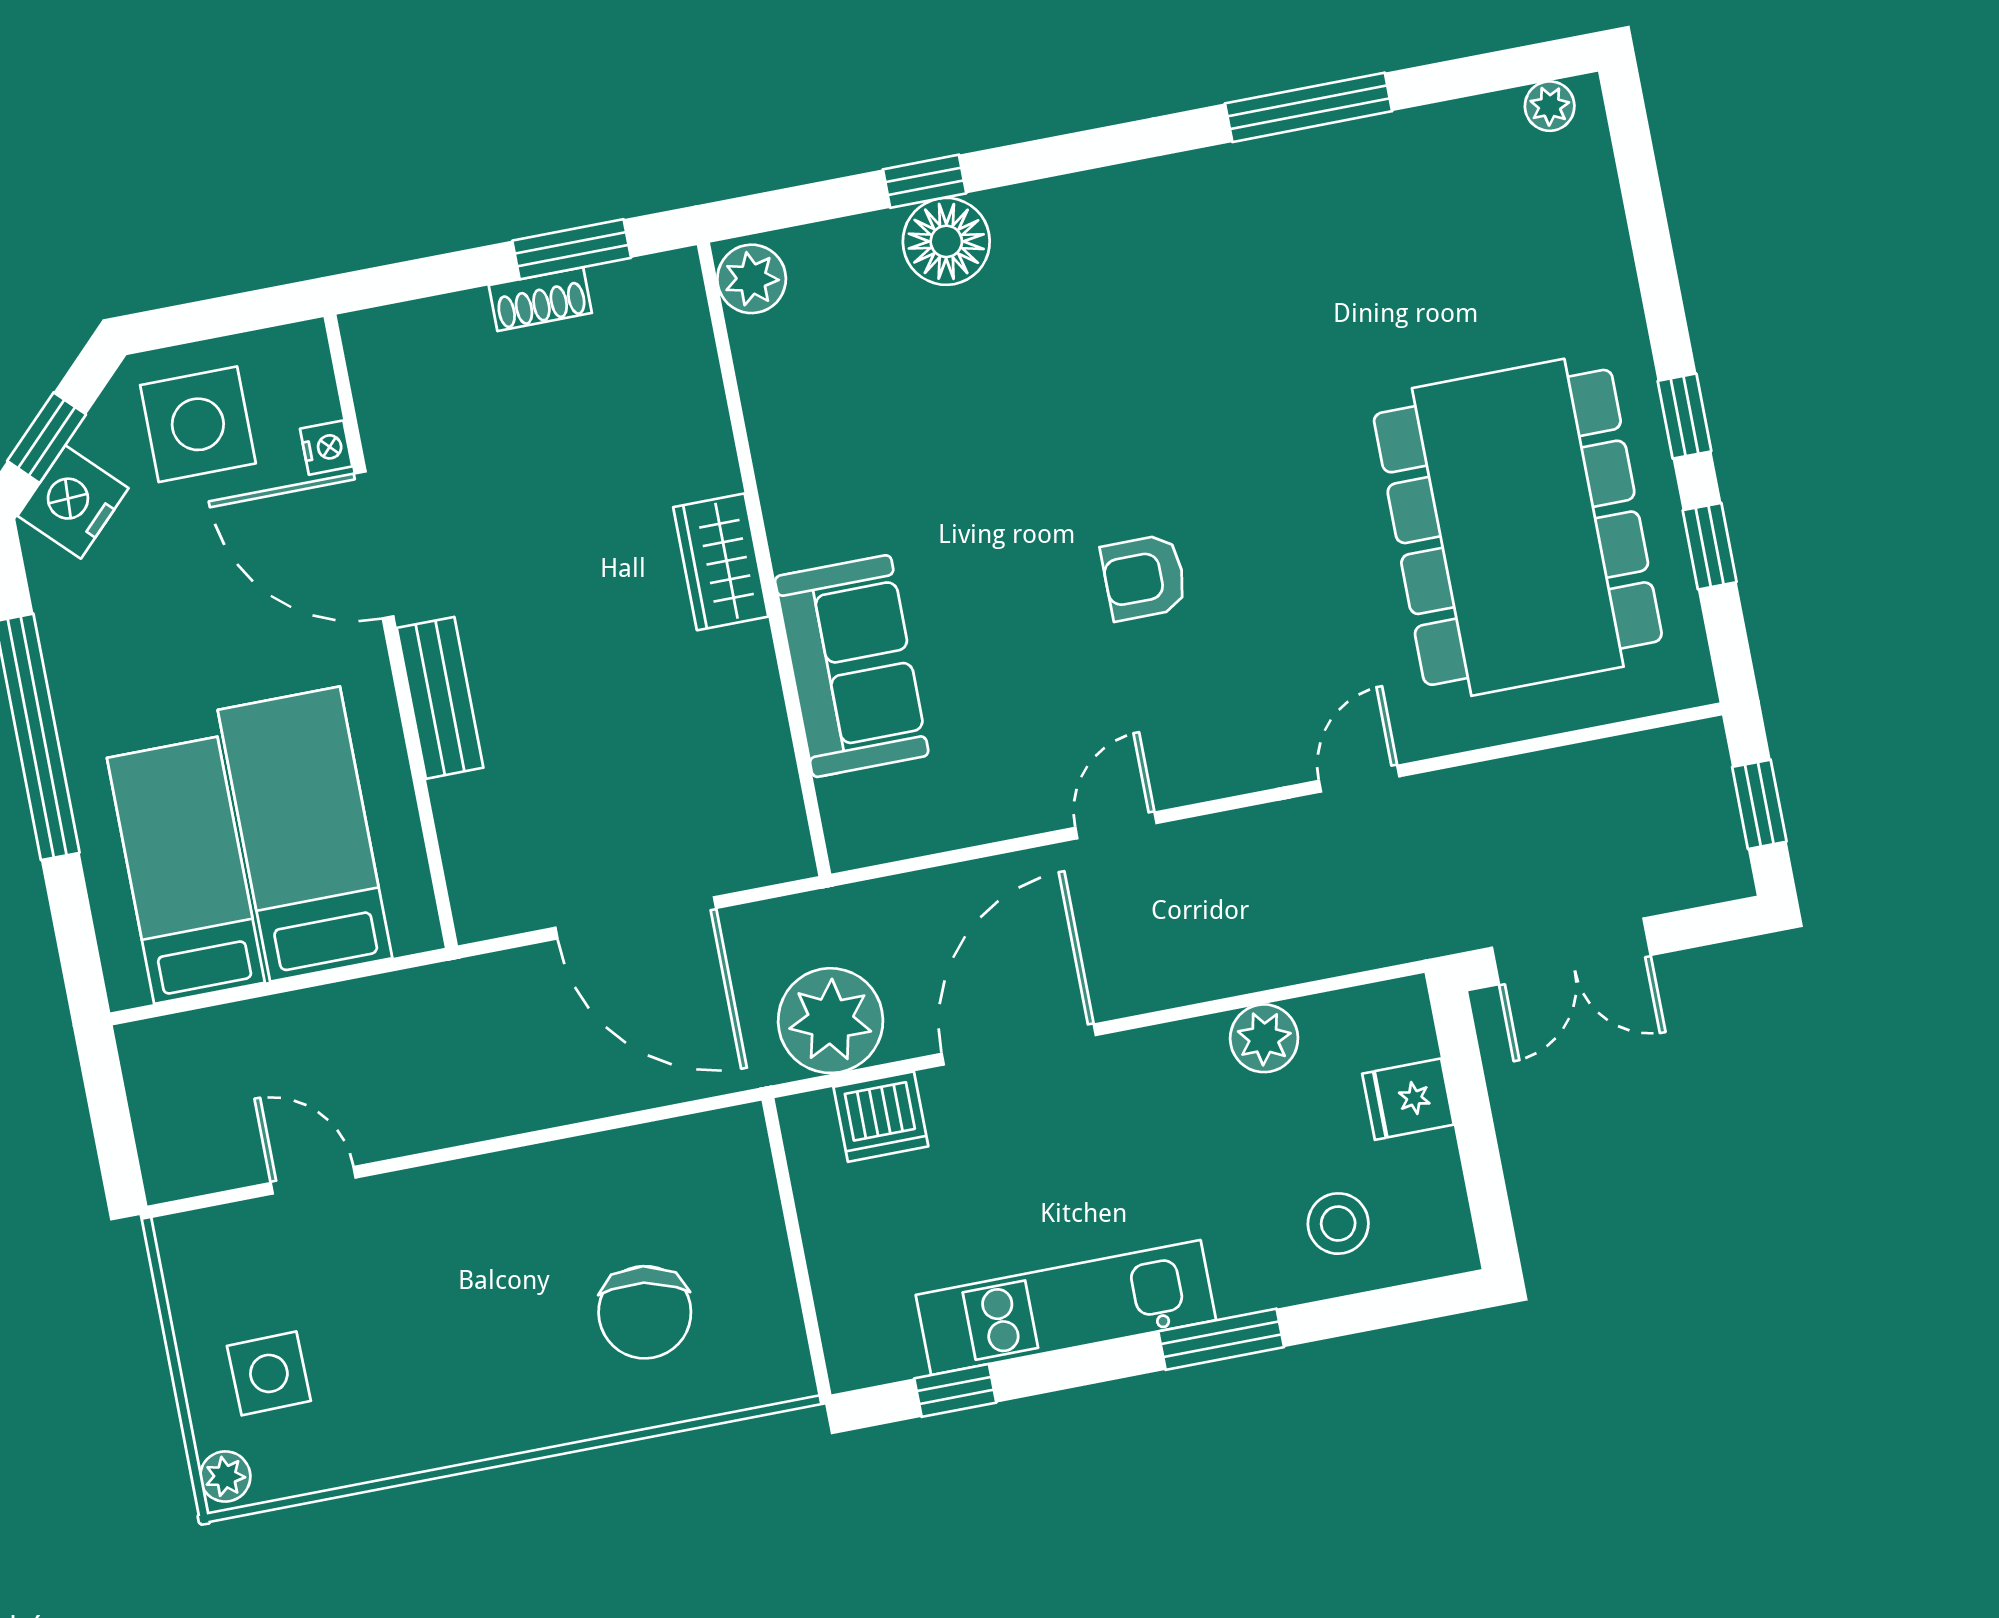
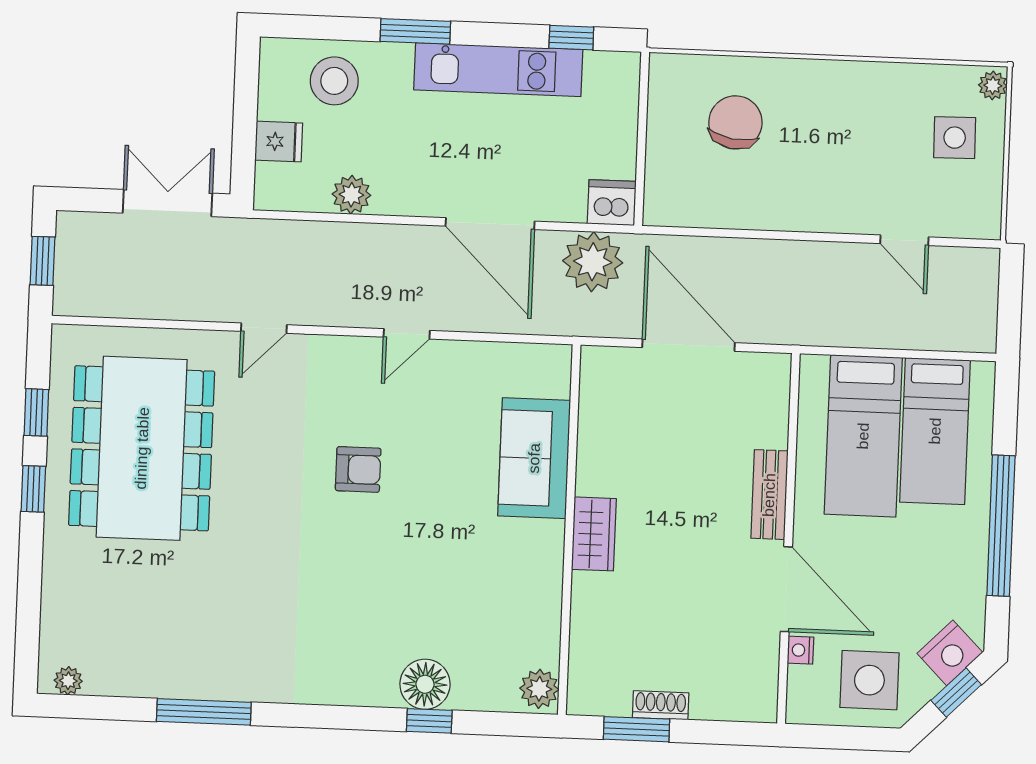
door: (1019, 1044) -> (490, 224), hinge flipped
dishwasher: (881, 1117) -> (612, 203), moved
stool: (1338, 1224) -> (334, 81), width x1.38, depth x1.38

